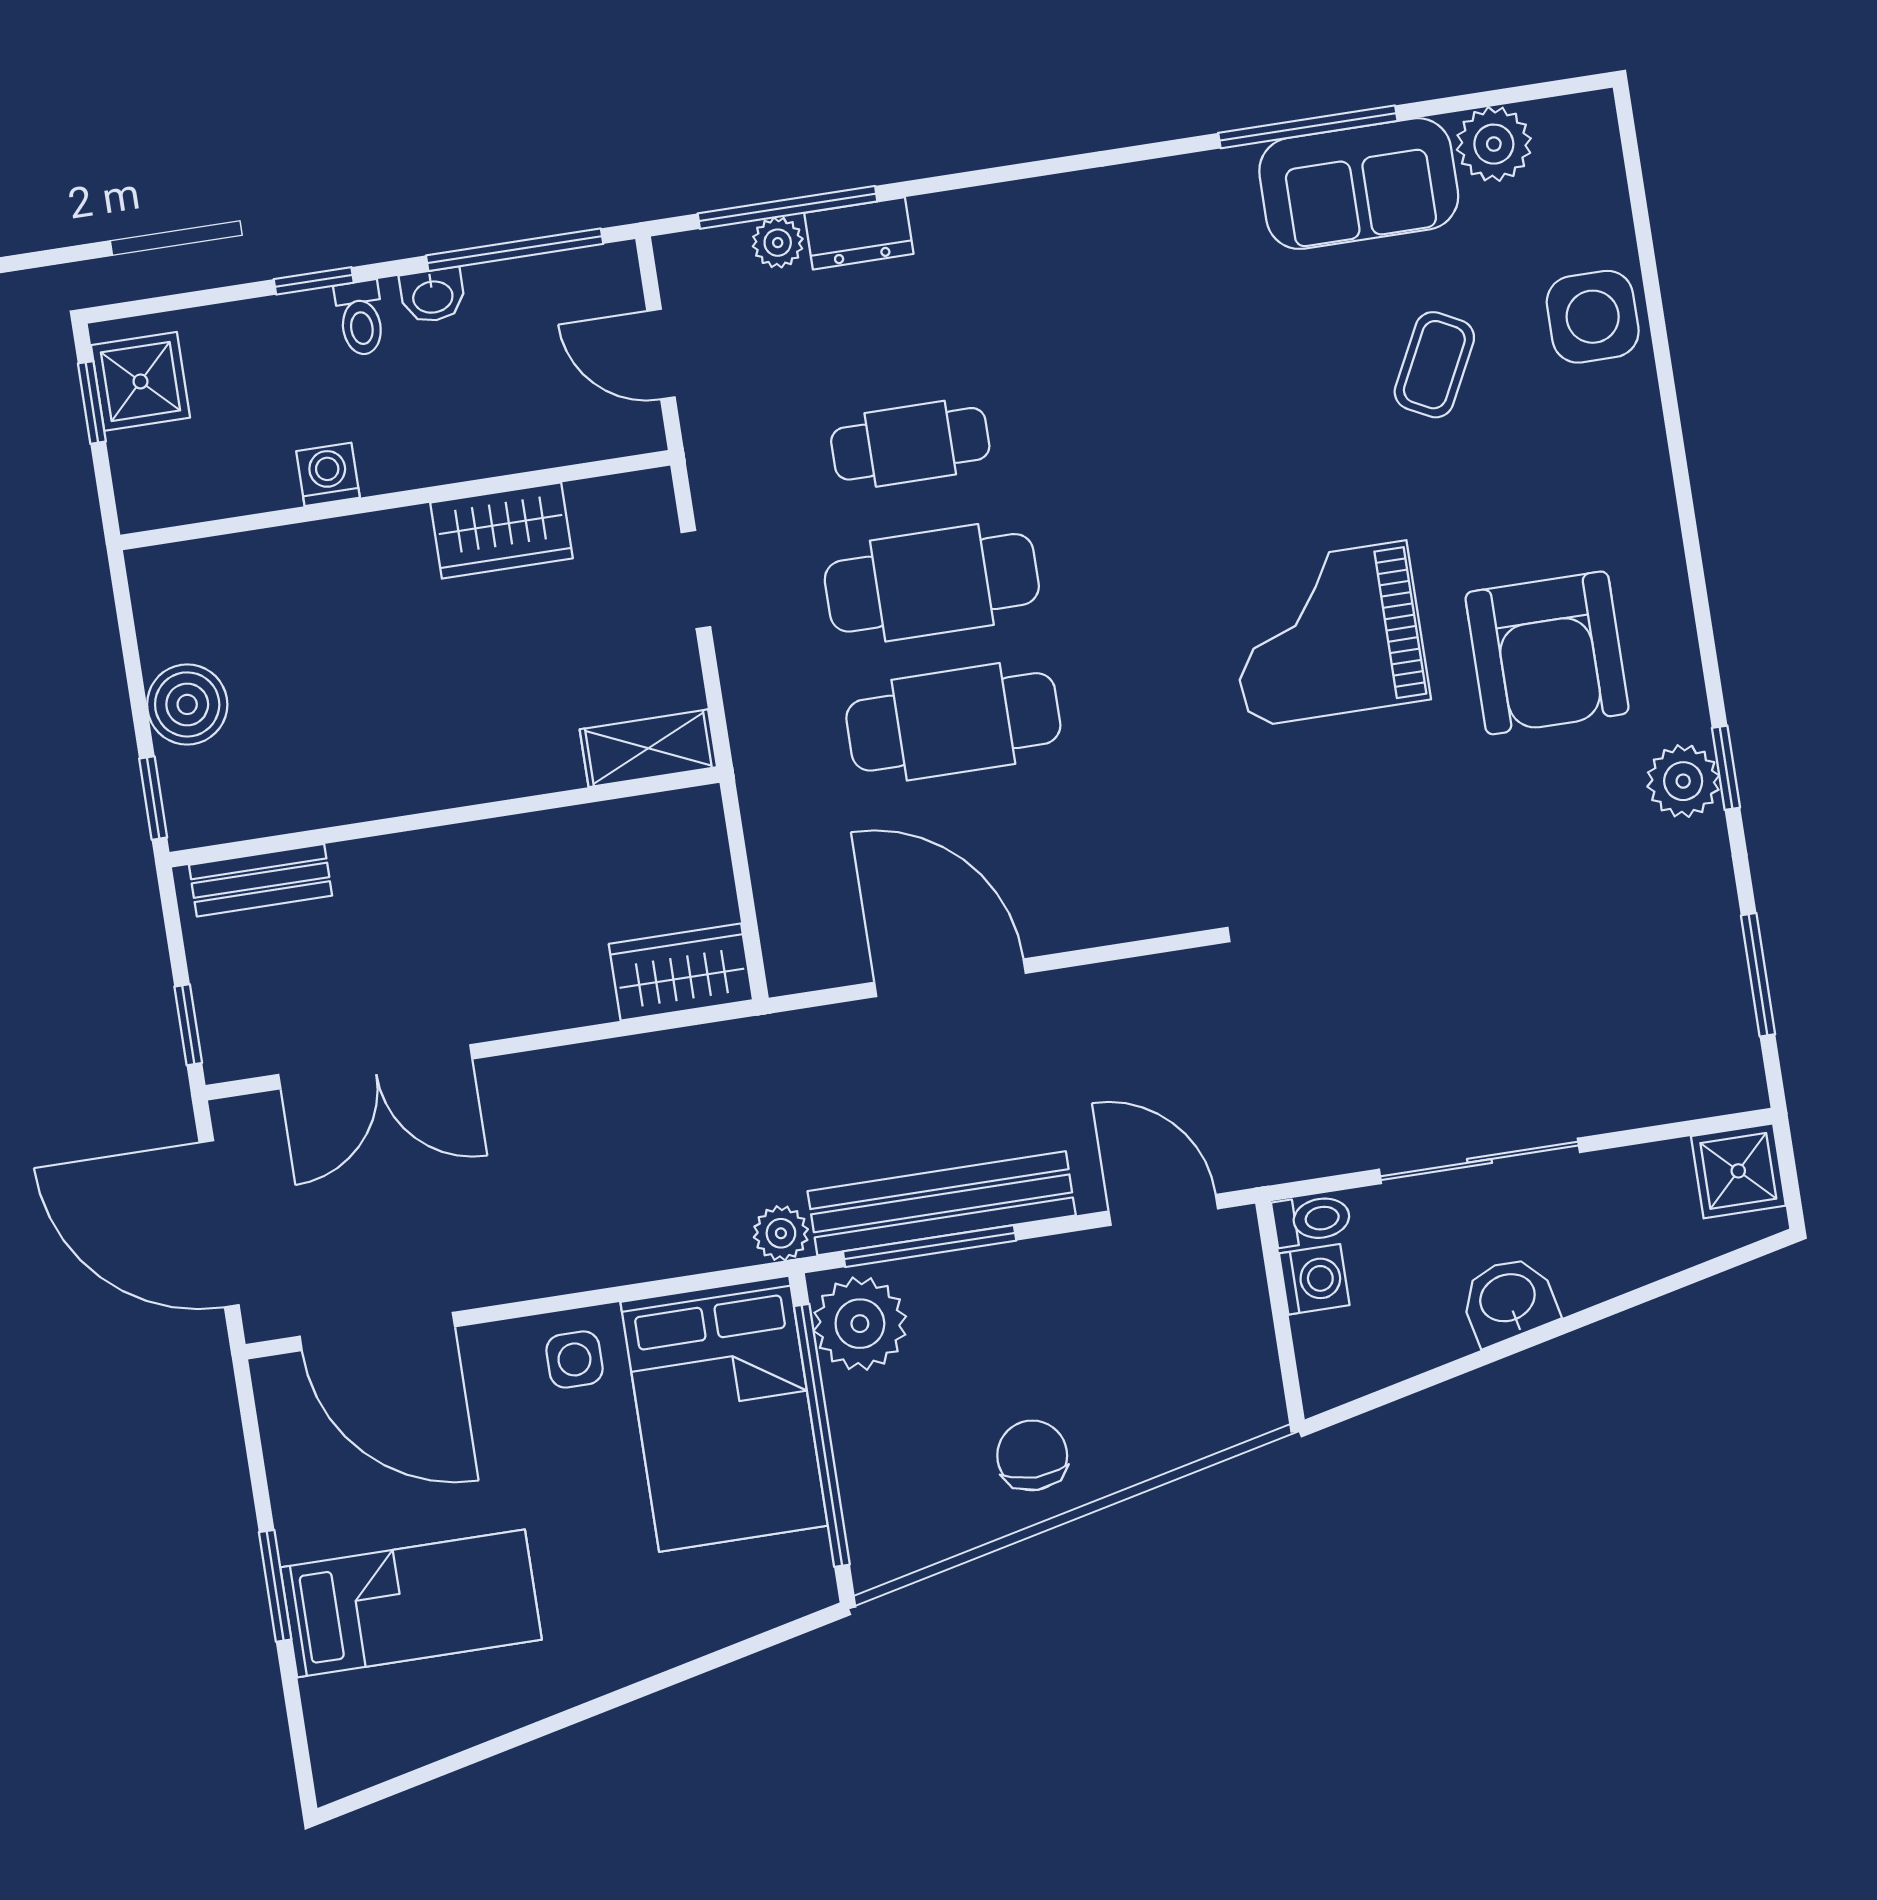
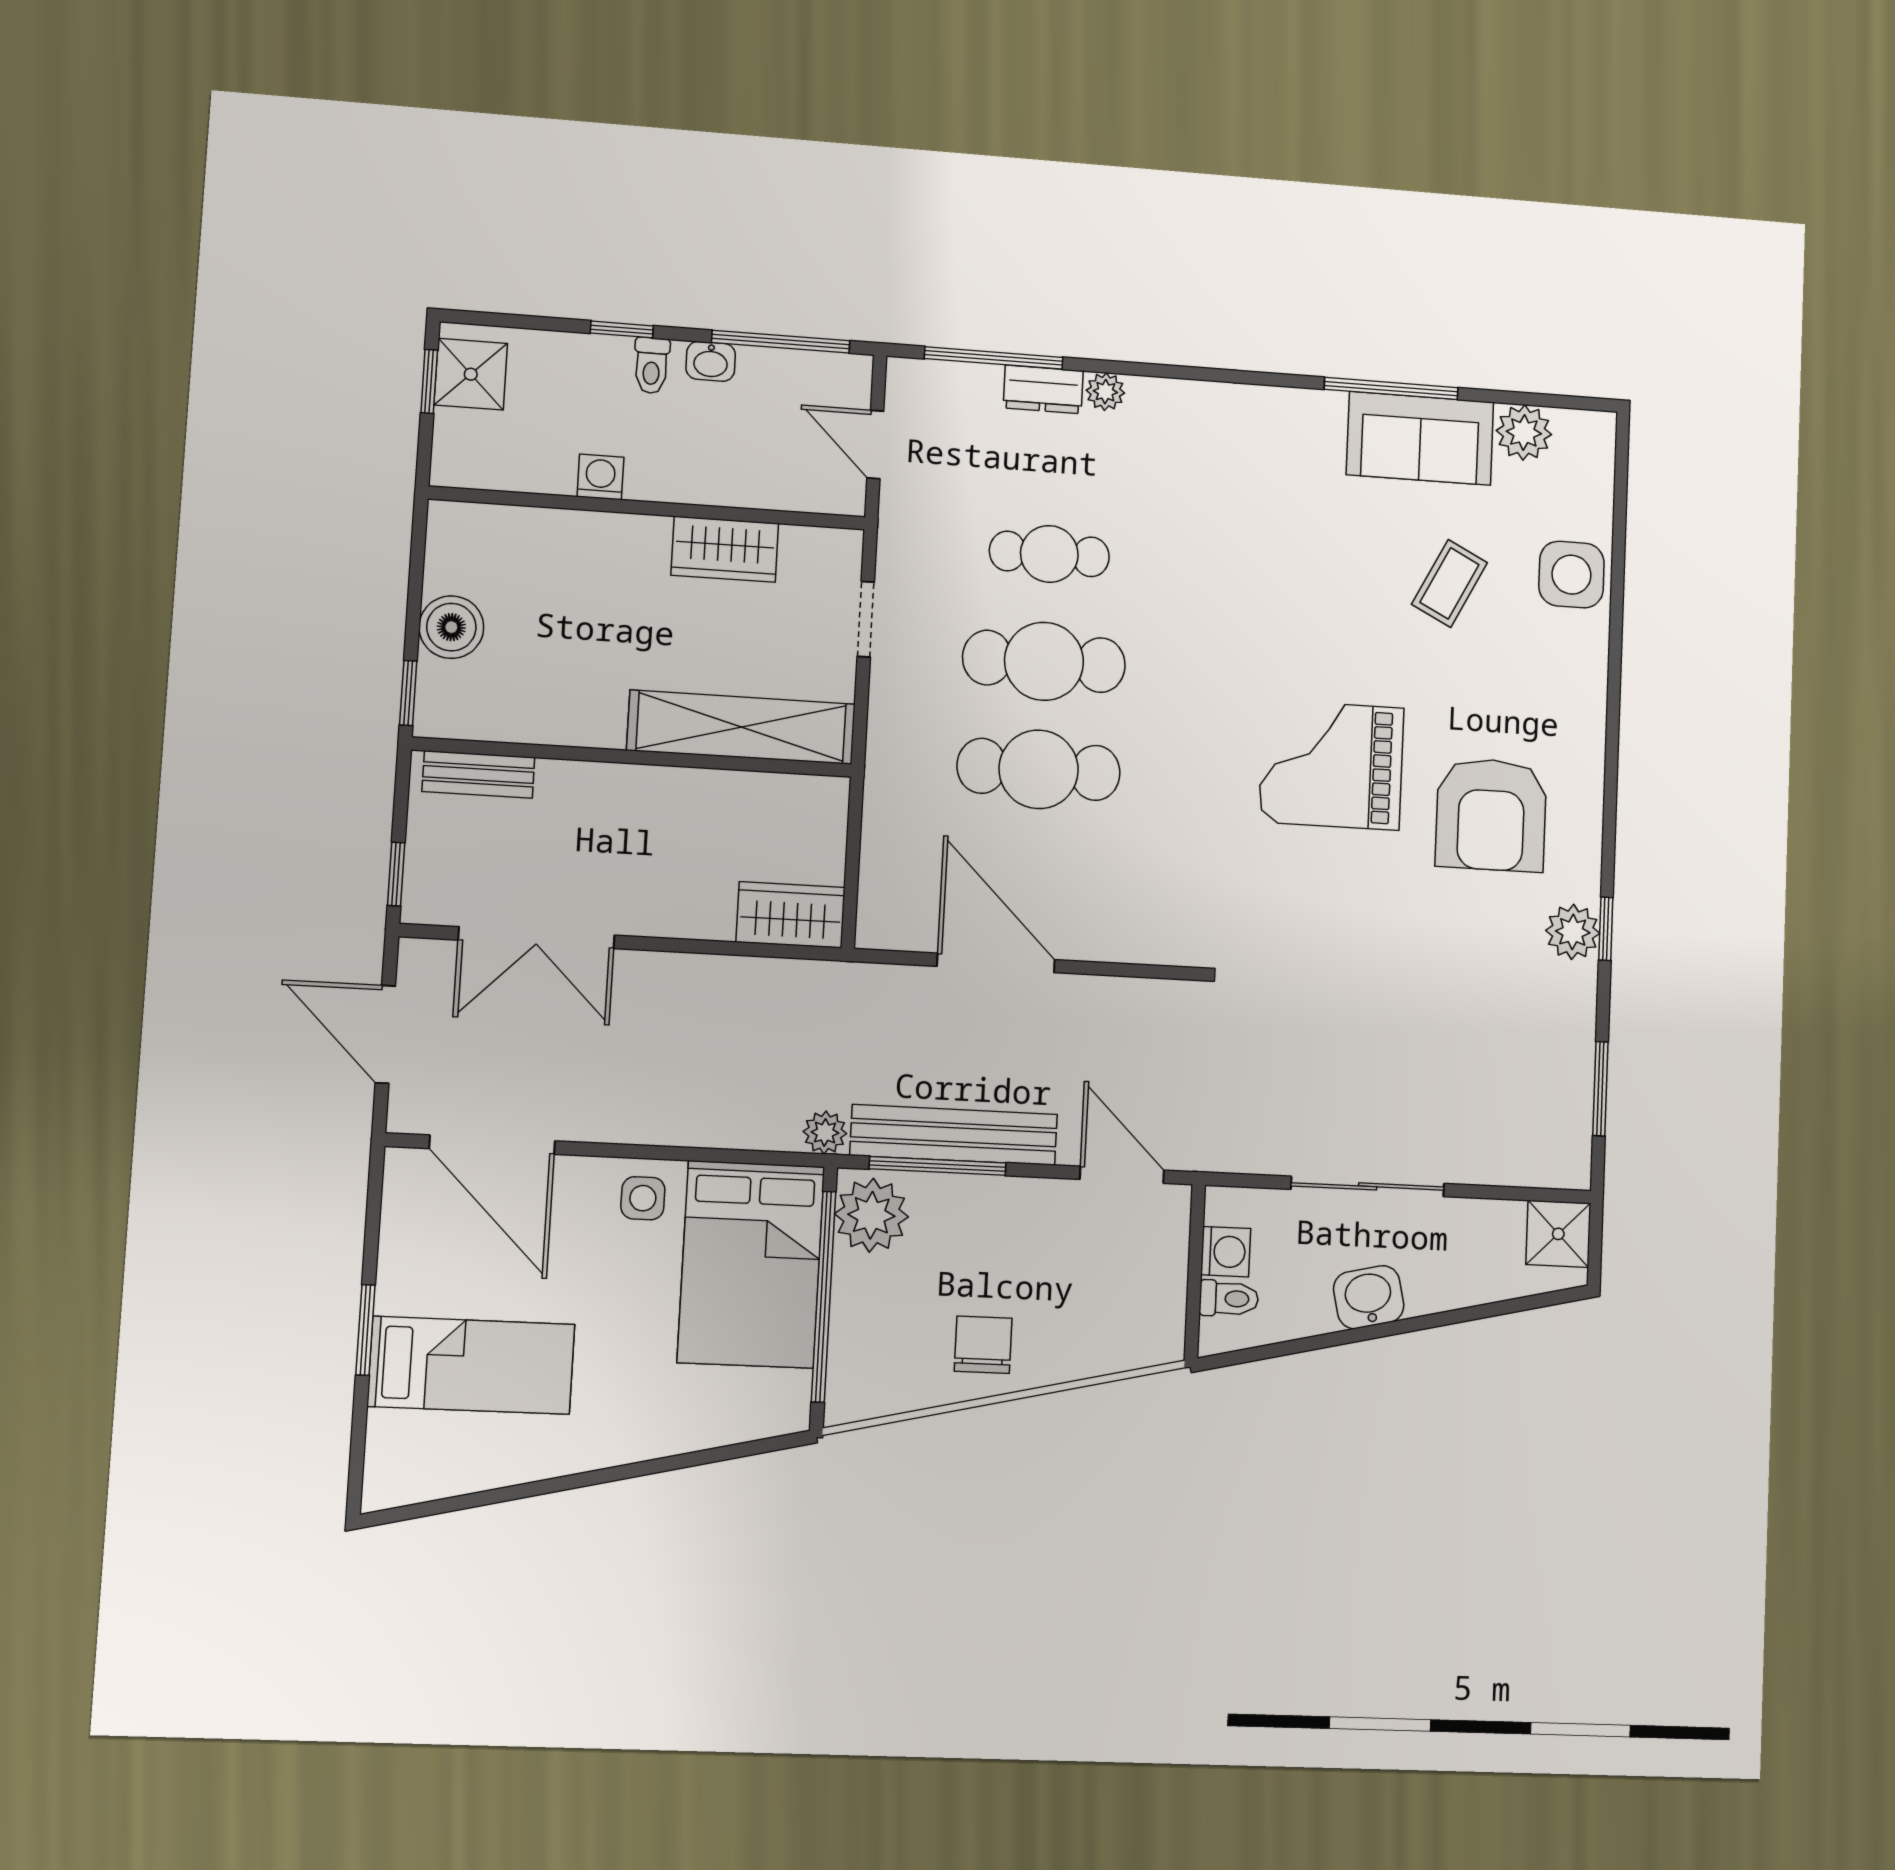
plant: (778, 243) -> (1105, 392), moved
shelving: (648, 748) -> (741, 727), width x2.20, depth x1.33
toilet: (1312, 1220) -> (1229, 1299), moved
door: (219, 1224) -> (385, 1034), width x0.73

